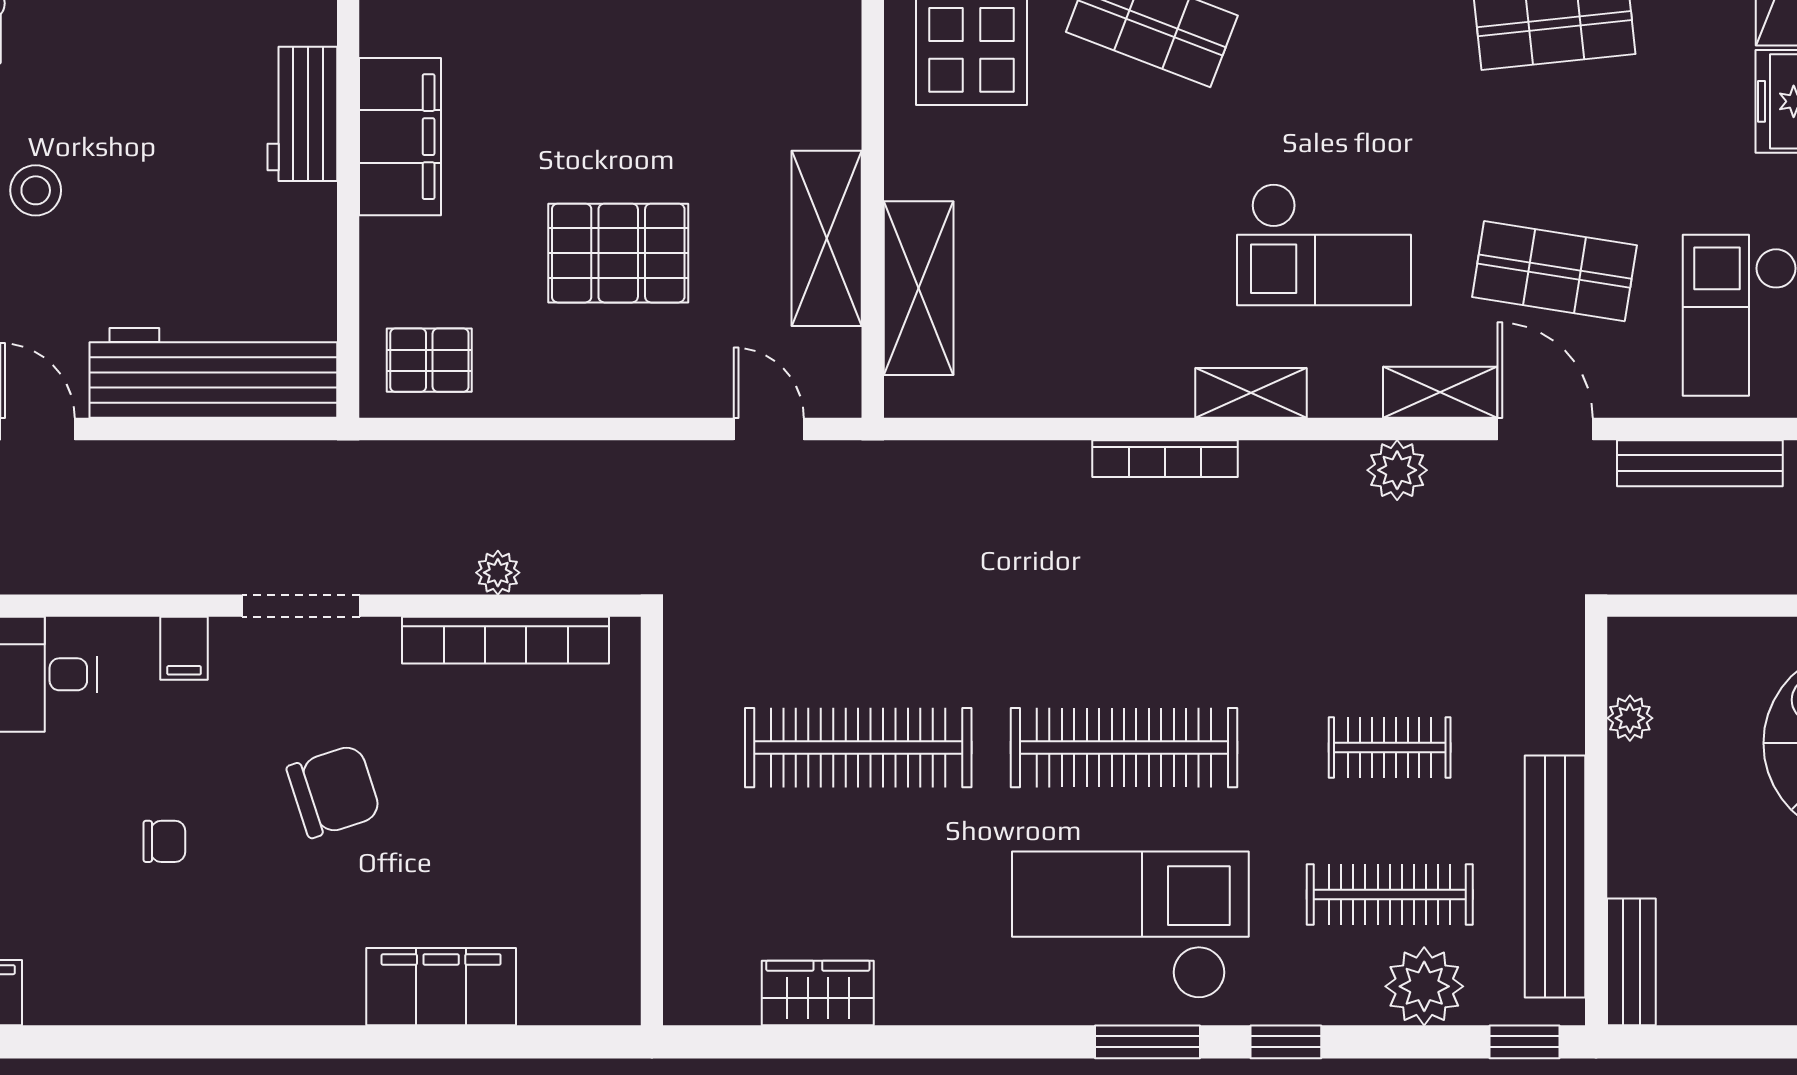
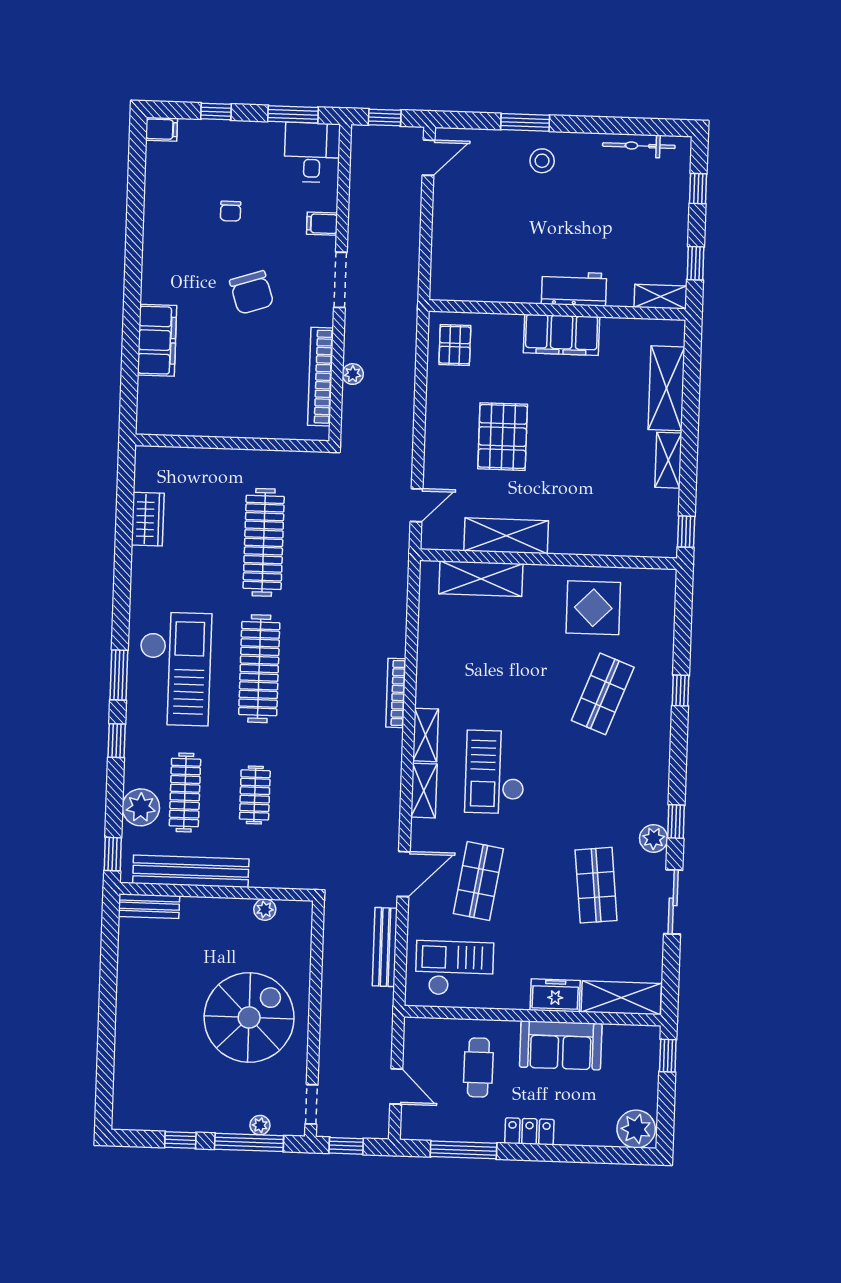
workbench: (213, 373) -> (452, 242), removed
shelving: (1440, 392) -> (424, 791), moved
plant: (1397, 470) -> (387, 803), removed

